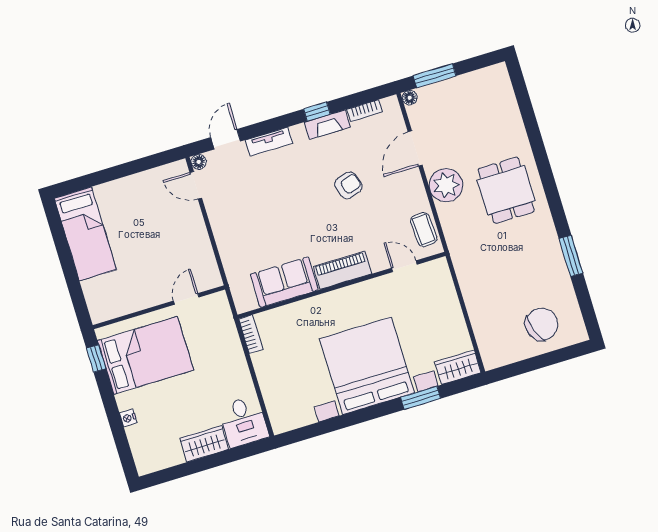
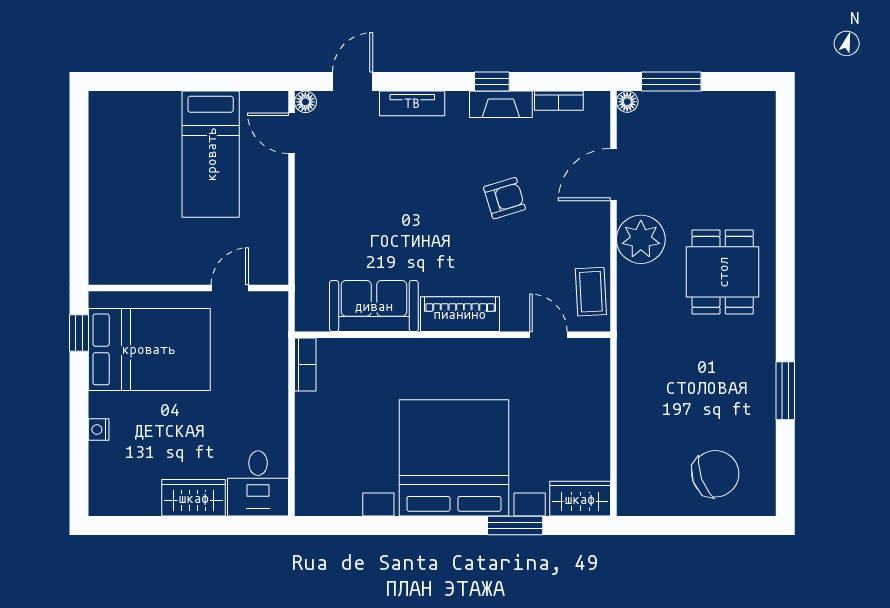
bed: (85, 234) -> (211, 154), moved

